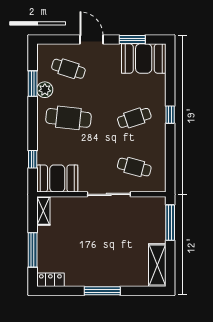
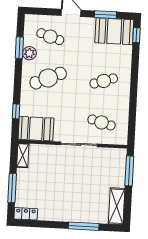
window: (170, 115) -> (136, 35), moved
cafe table: (68, 118) -> (48, 78), turned -30
window: (102, 291) -> (84, 226), moved

